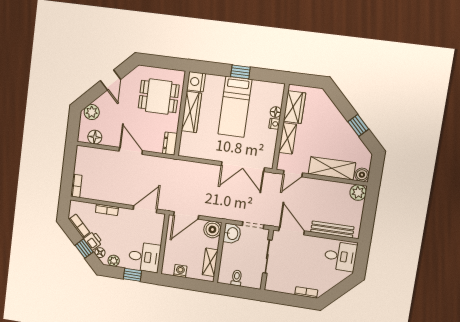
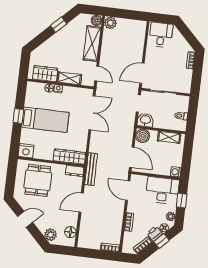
wardrobe: (191, 112) -> (69, 157), moved
bench: (332, 229) -> (91, 169), moved
desk: (144, 257) -> (162, 190), width x1.37
washing machine: (180, 271) -> (176, 172), moved

